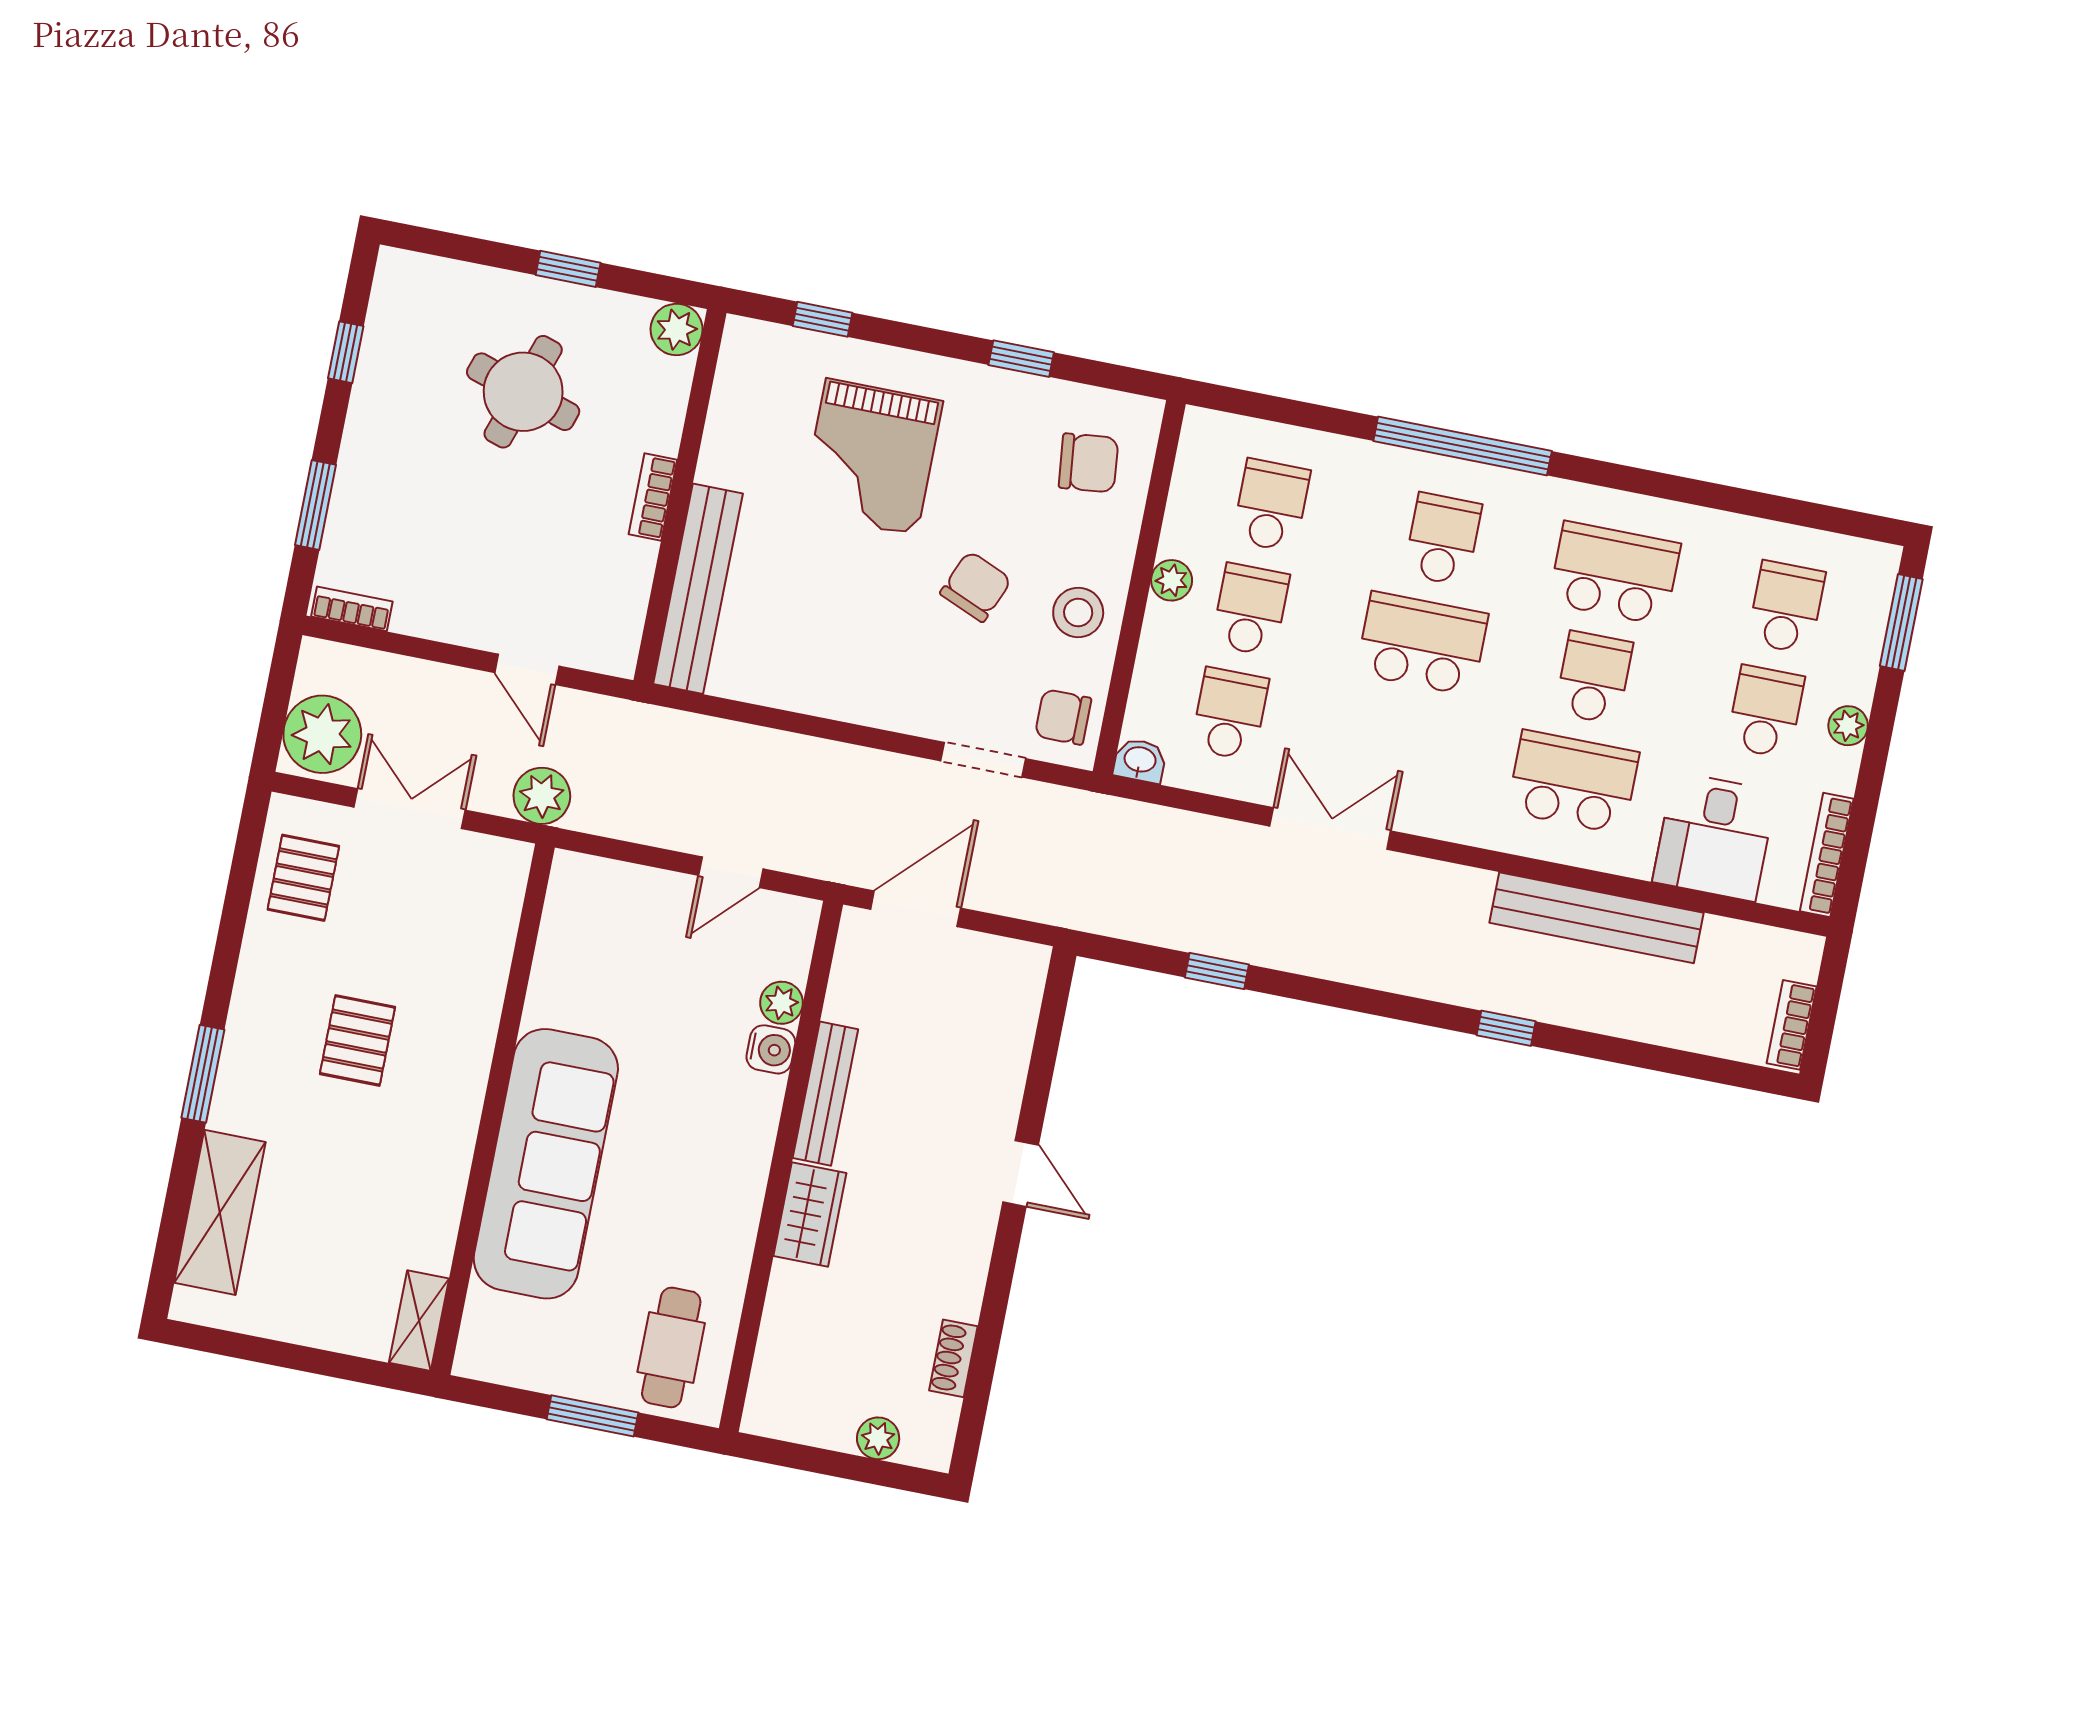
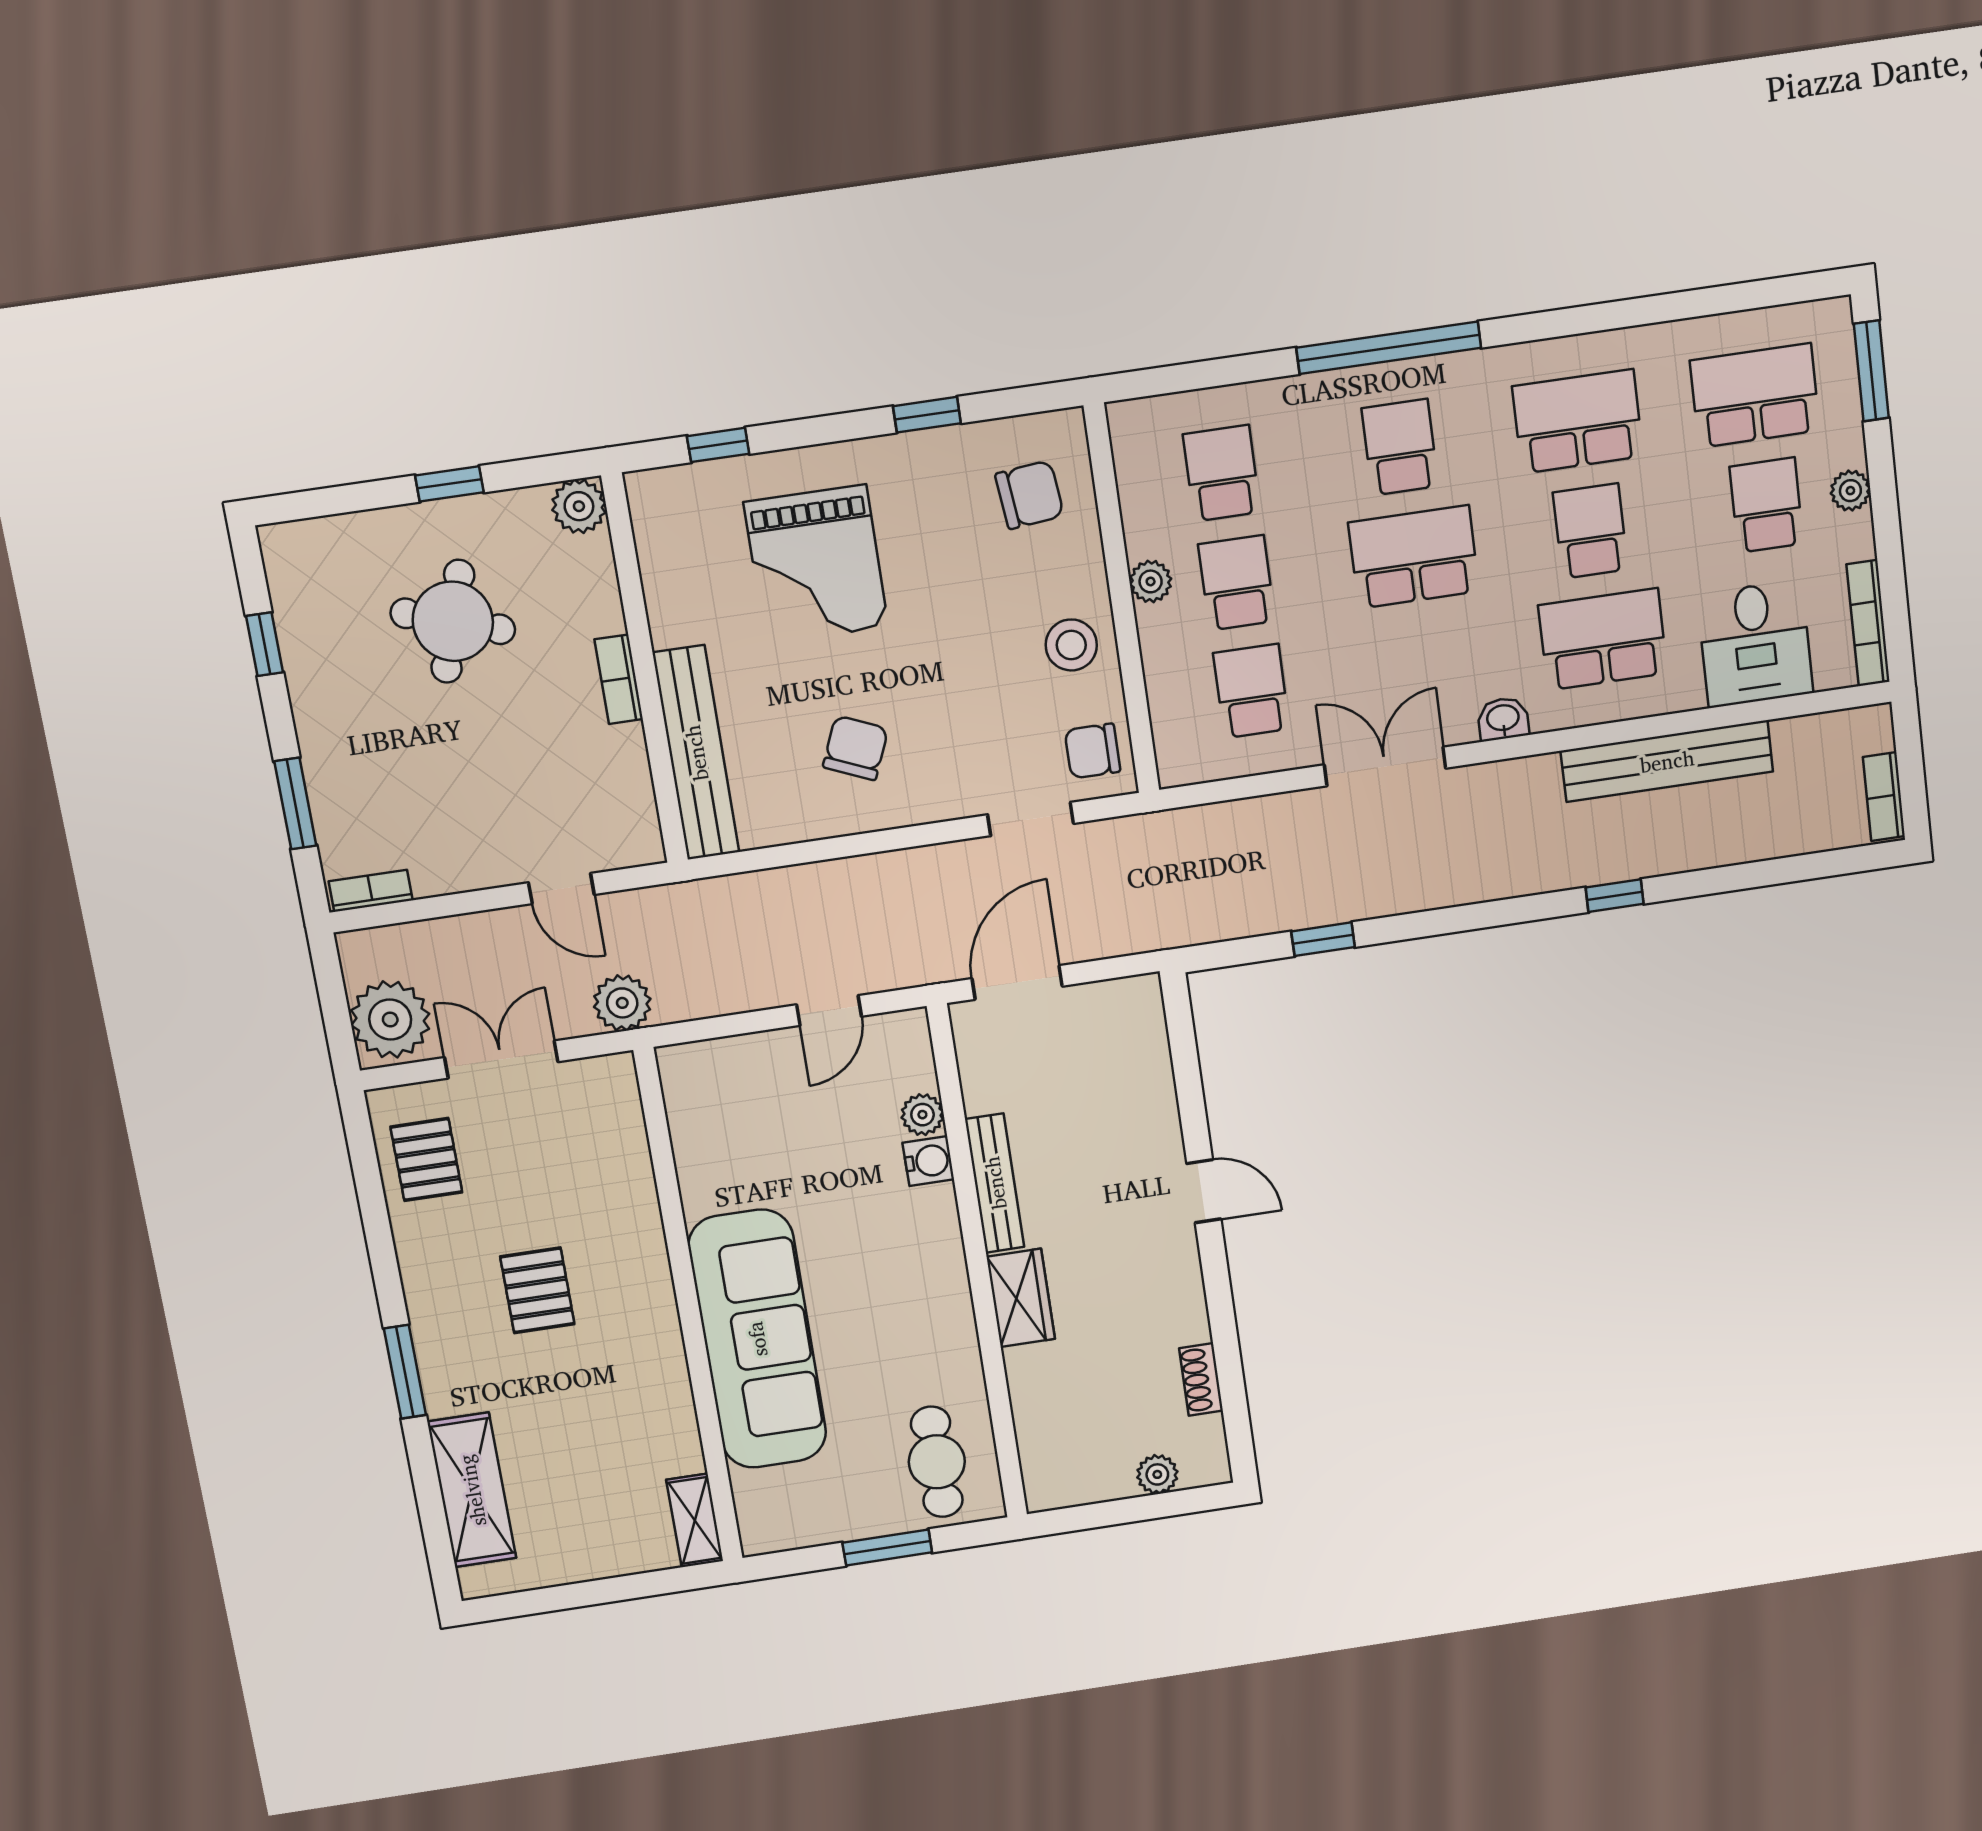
chair: (976, 587) -> (855, 748), moved
school desk: (1786, 607) -> (1755, 396), width x1.85
washbasin: (1140, 761) -> (1503, 719), moved

